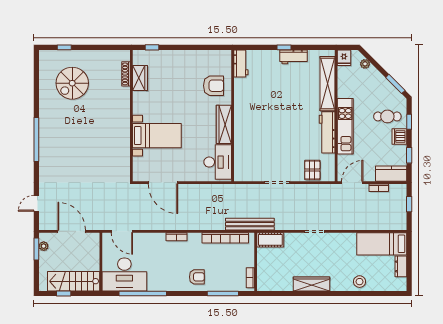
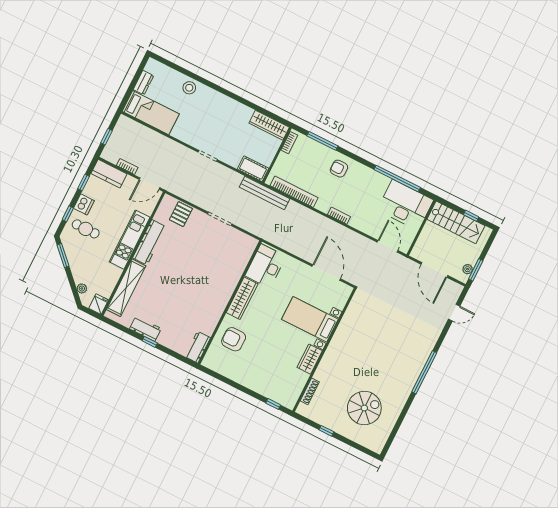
window: (64, 47) -> (326, 431), moved
wardrobe: (140, 78) -> (310, 359), moved
wardrobe: (312, 284) -> (269, 125), moved

